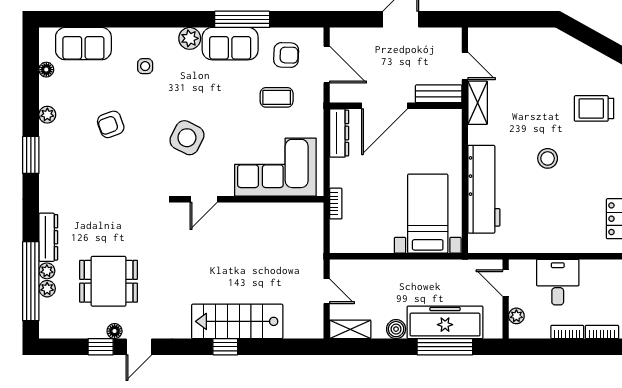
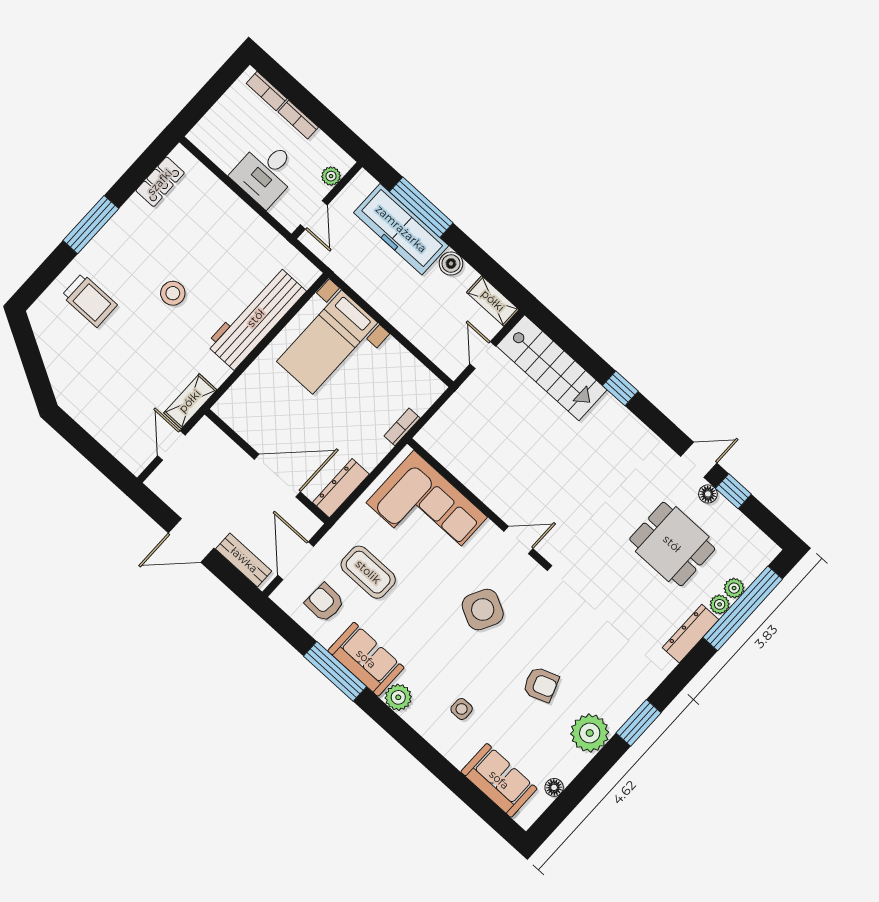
bench: (439, 94) -> (244, 560), moved
coffee table: (277, 97) -> (368, 572), width x1.36, depth x1.30
plant: (47, 115) -> (590, 733), width x1.87, depth x1.87
stairs: (237, 321) -> (552, 368), moved

